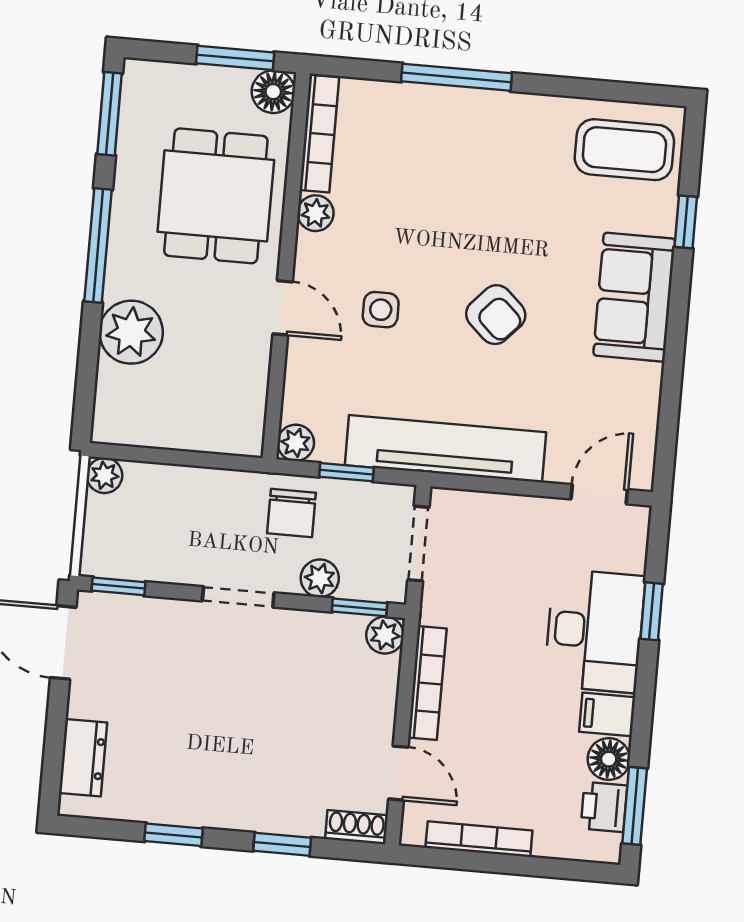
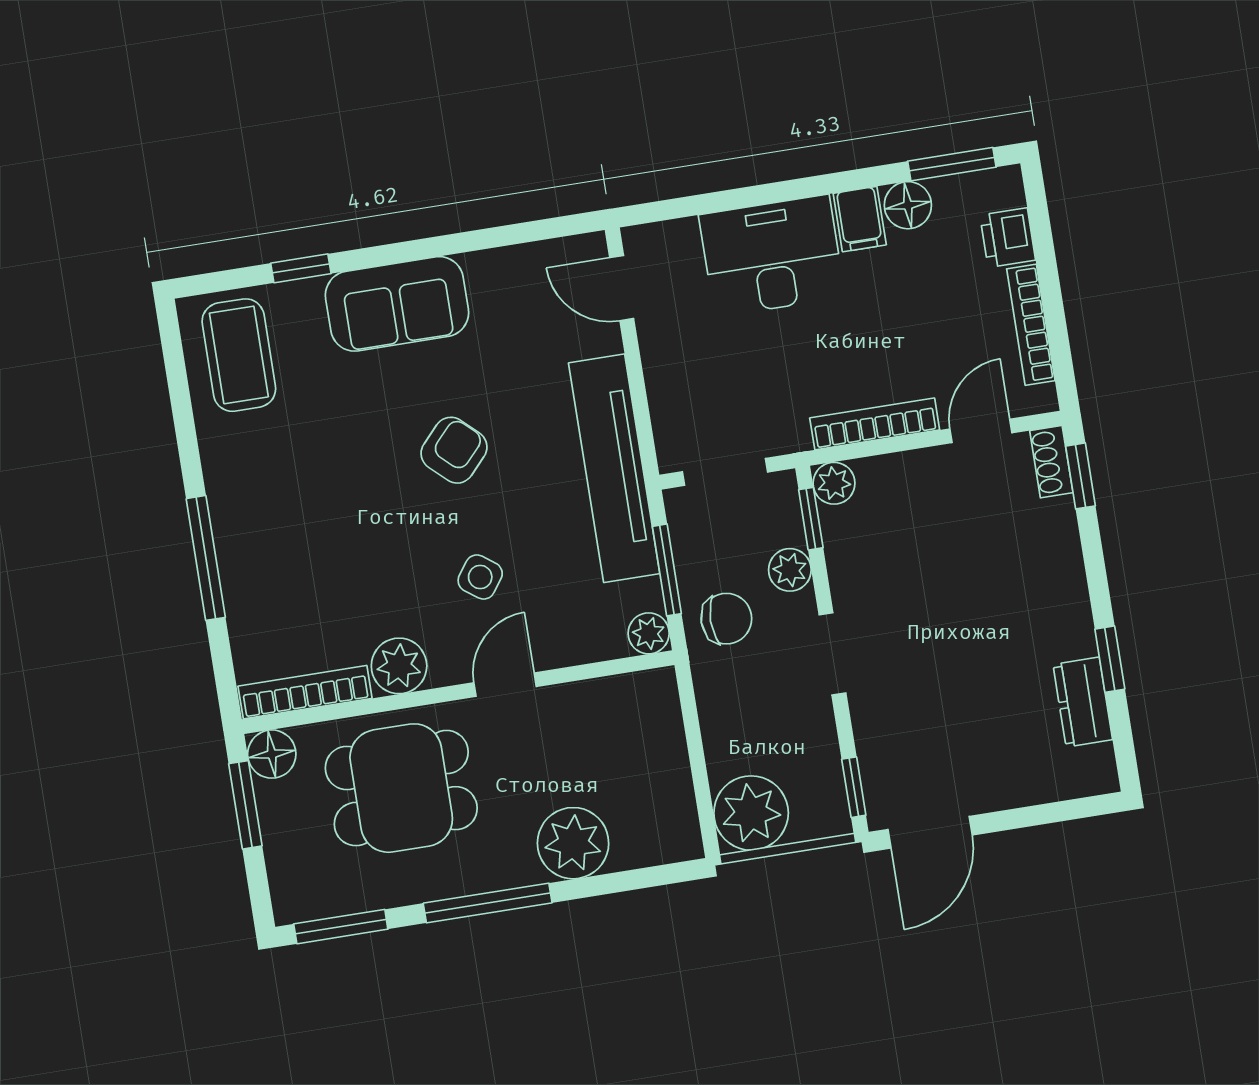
plant: (316, 213) -> (399, 666), width x1.38, depth x1.38
side table: (381, 310) -> (480, 577), turned 36
window: (346, 472) -> (667, 570), width x1.50
plant: (105, 475) -> (751, 813), width x1.87, depth x1.87
window: (652, 611) -> (735, 199), removed
dresser: (83, 758) -> (1083, 702), moved, turned -90
printer: (604, 807) -> (1008, 238), moved, turned 90
window: (282, 844) -> (1080, 476), moved

